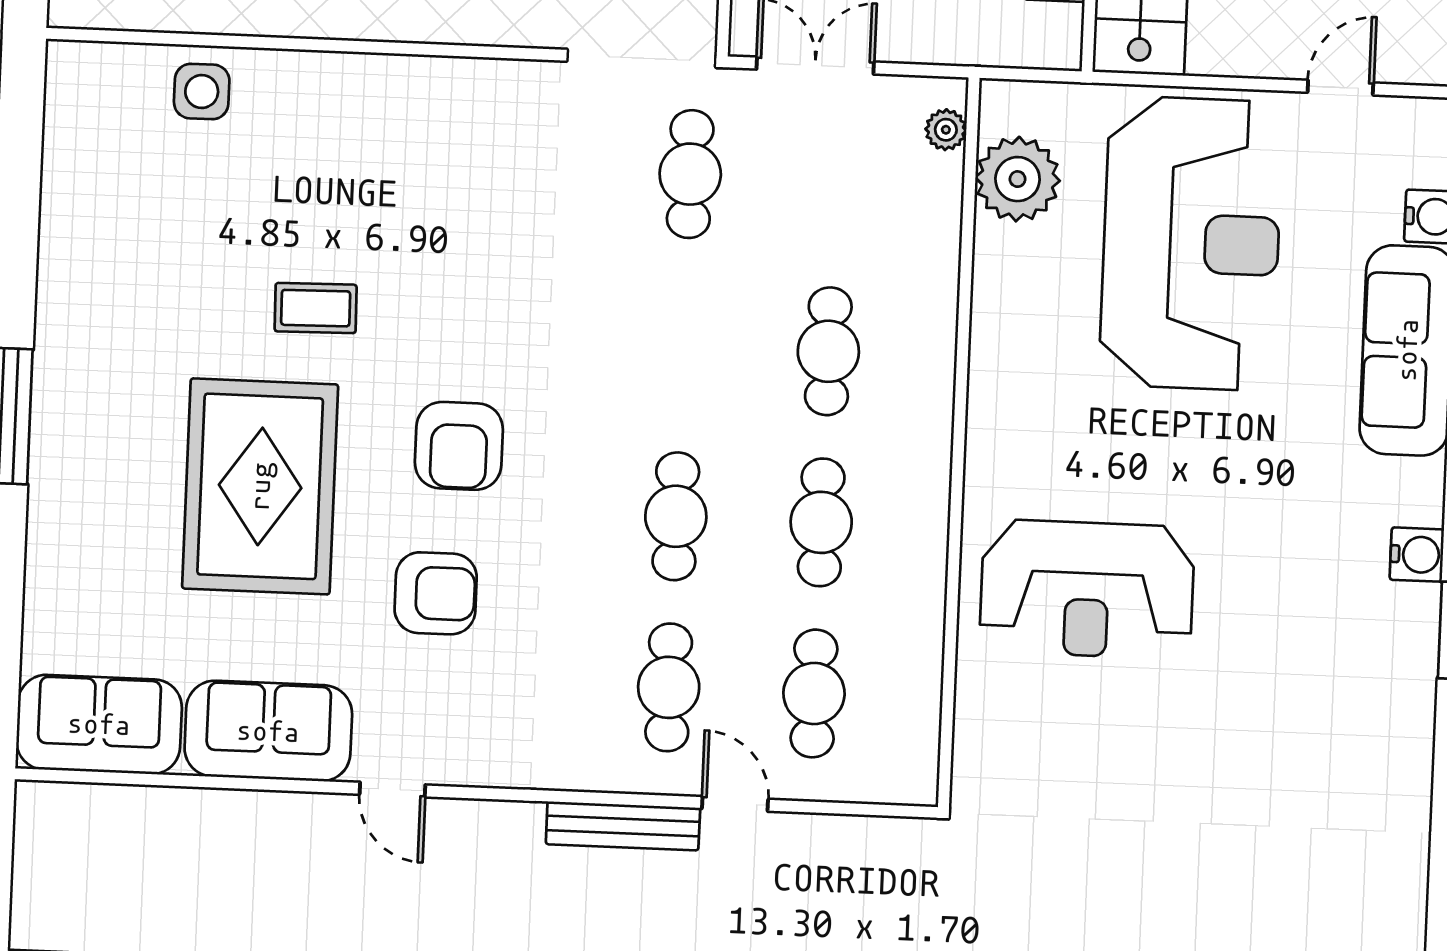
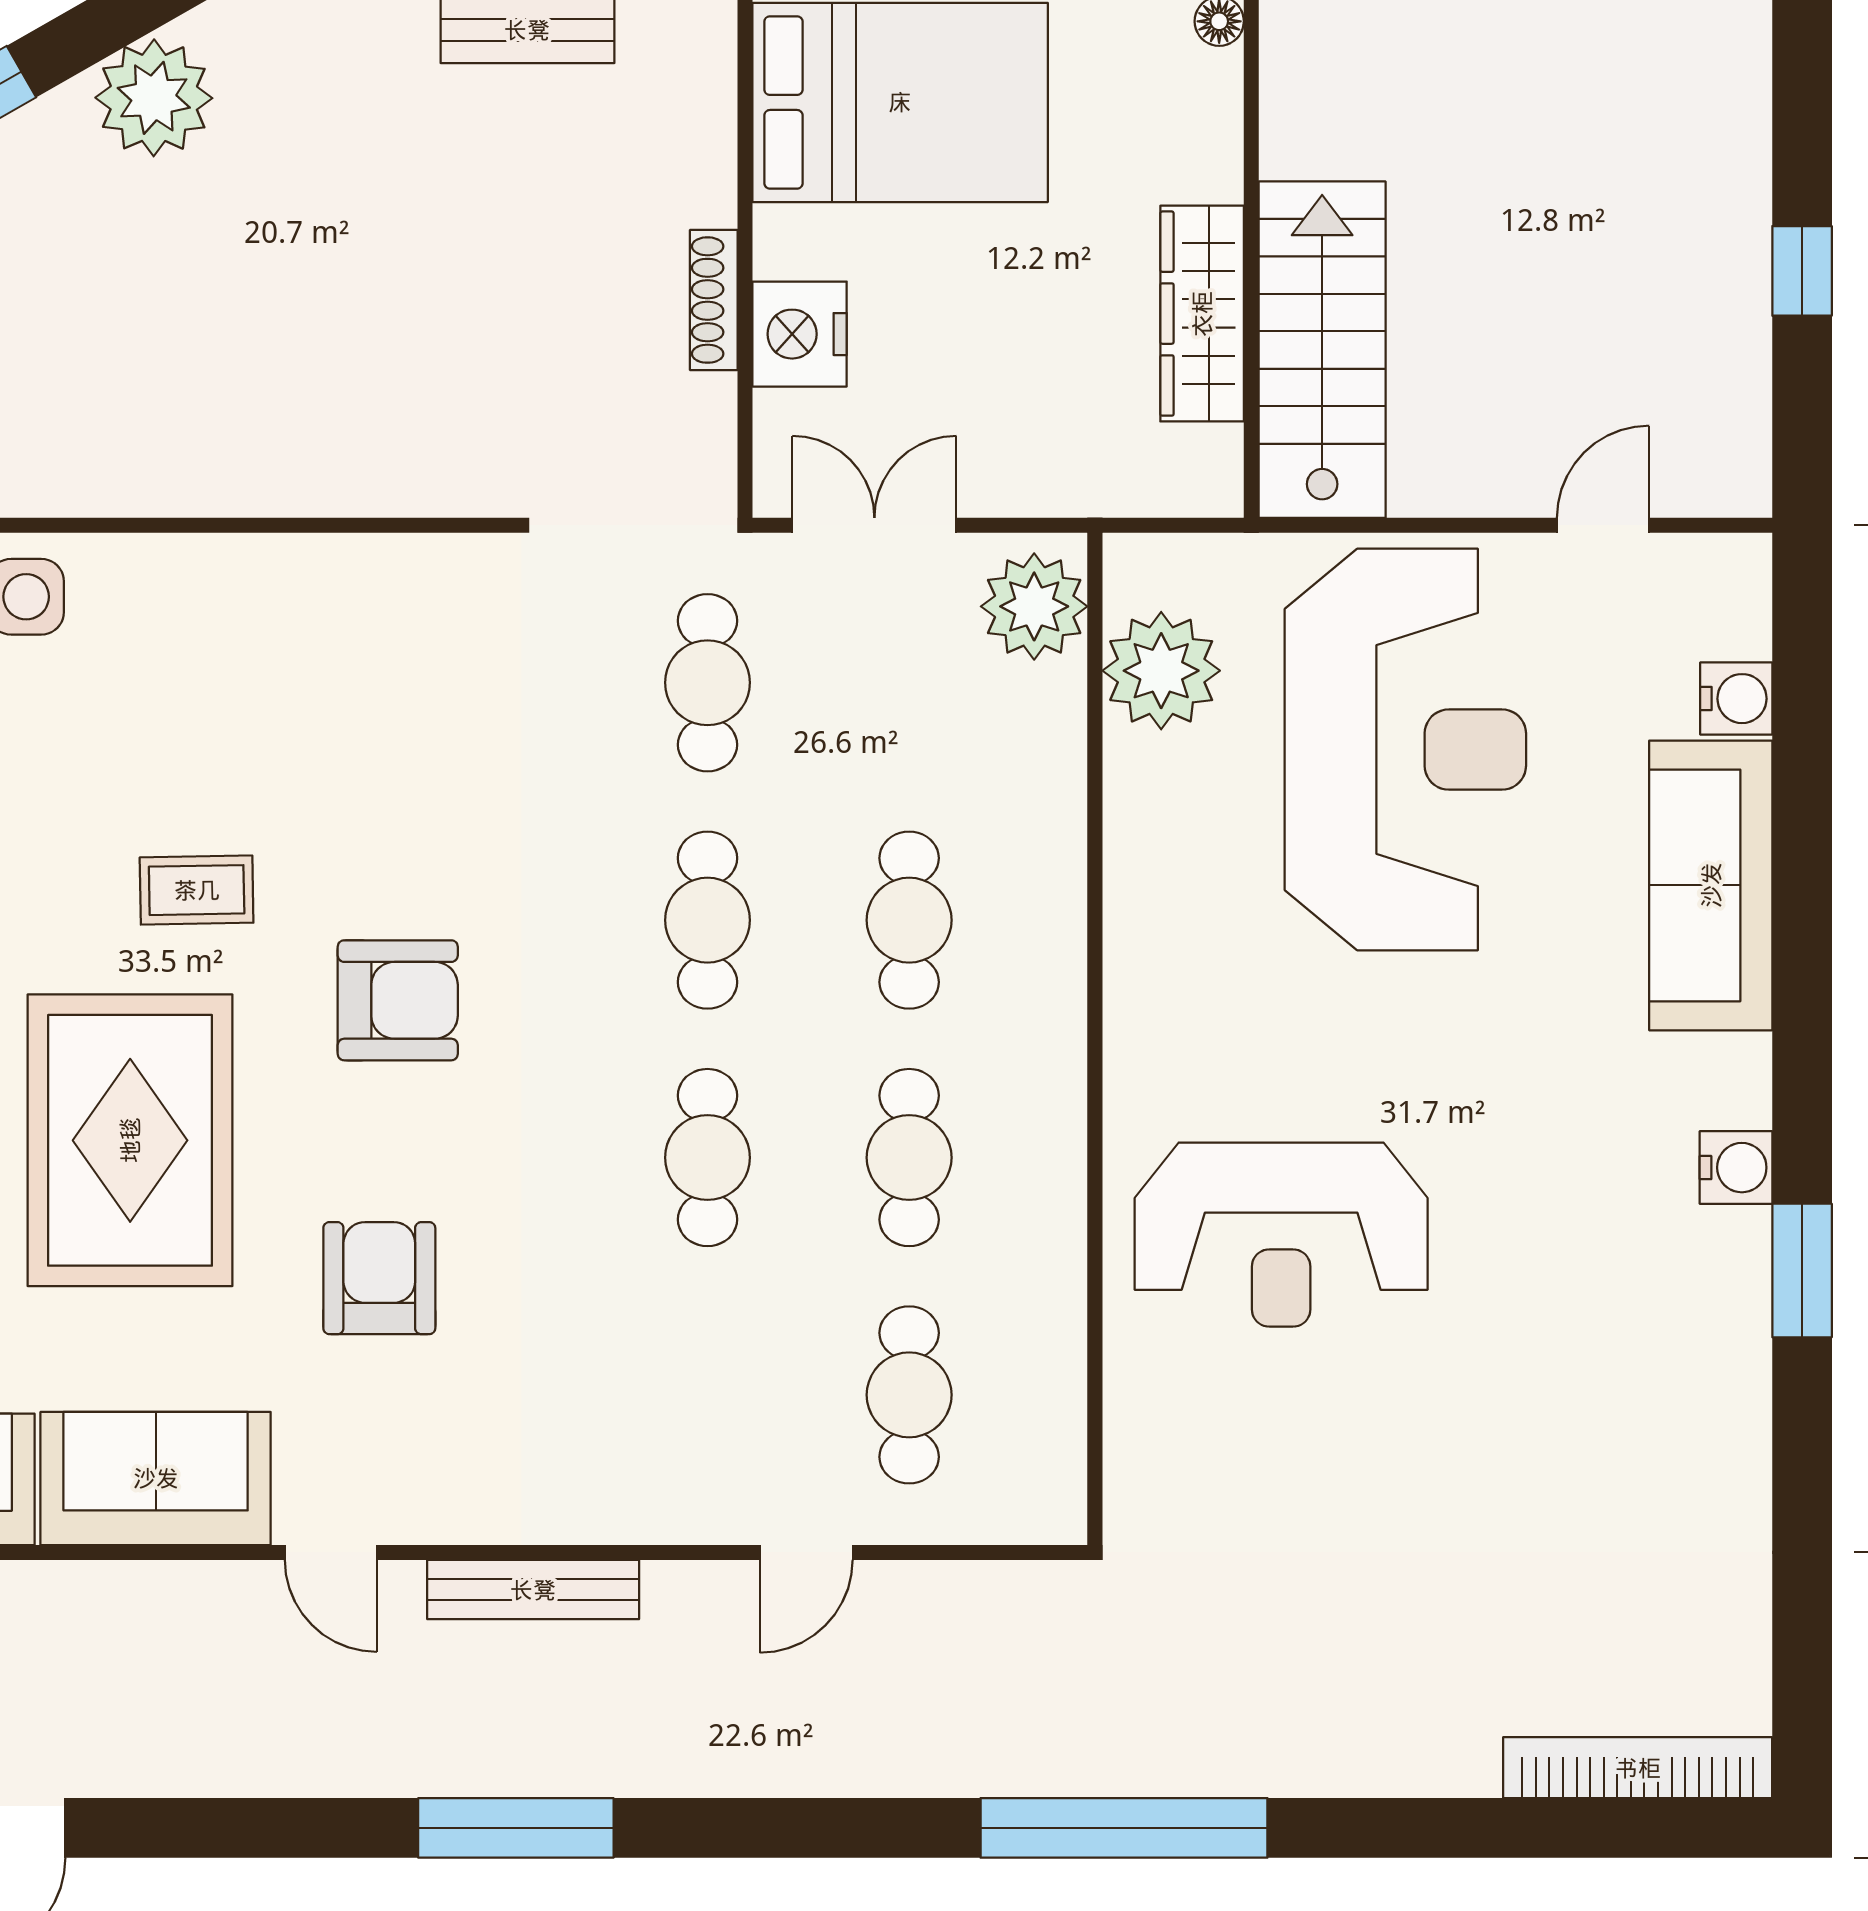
plant: (946, 130) -> (1034, 606), width x1.88, depth x1.88
armchair: (459, 446) -> (398, 1000), moved, turned -90
armchair: (436, 593) -> (379, 1278), turned -90
cafe table: (669, 687) -> (707, 920), moved
door: (735, 804) -> (806, 1552), swing flipped
bench: (623, 826) -> (533, 1590), moved

